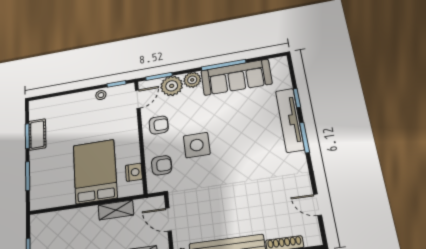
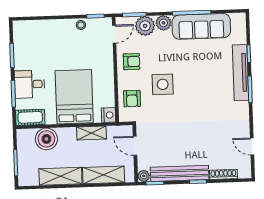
cot: (37, 134) -> (30, 117), moved, turned 90
desk: (45, 164) -> (30, 84), added
armchair: (162, 165) -> (132, 99), turned 90
nightstand: (134, 172) -> (108, 115), moved
boiler: (64, 222) -> (46, 139), added

